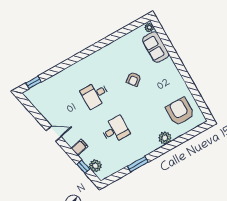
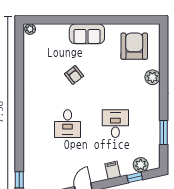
sofa: (156, 47) -> (87, 34), moved
armchair: (180, 111) -> (134, 46), turned 90
window: (138, 164) -> (164, 133), moved

